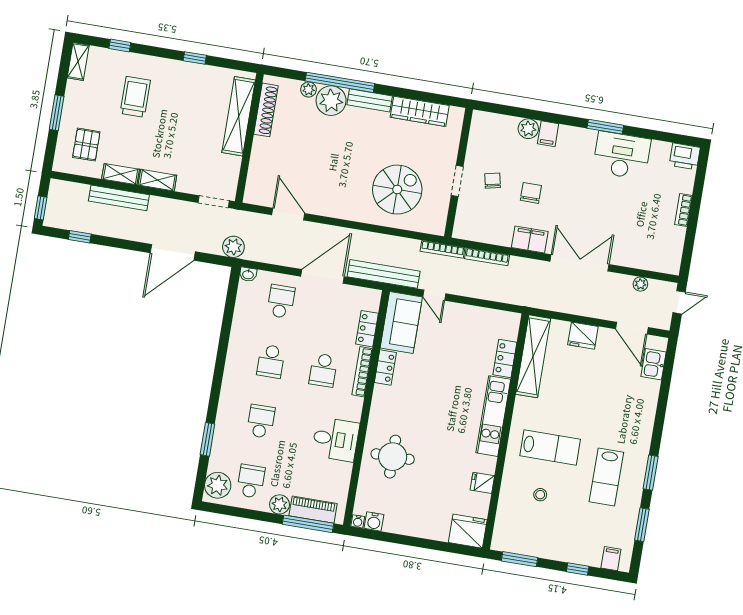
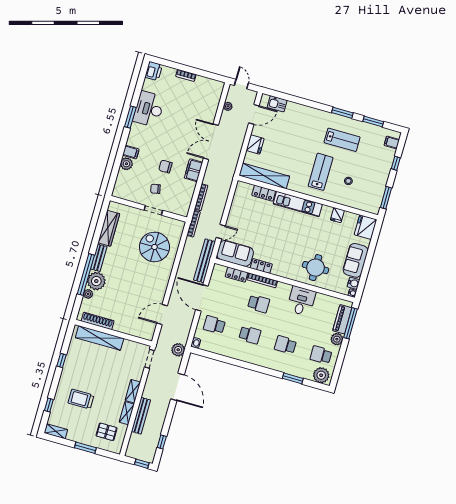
sofa: (412, 521) -> (355, 260), added

